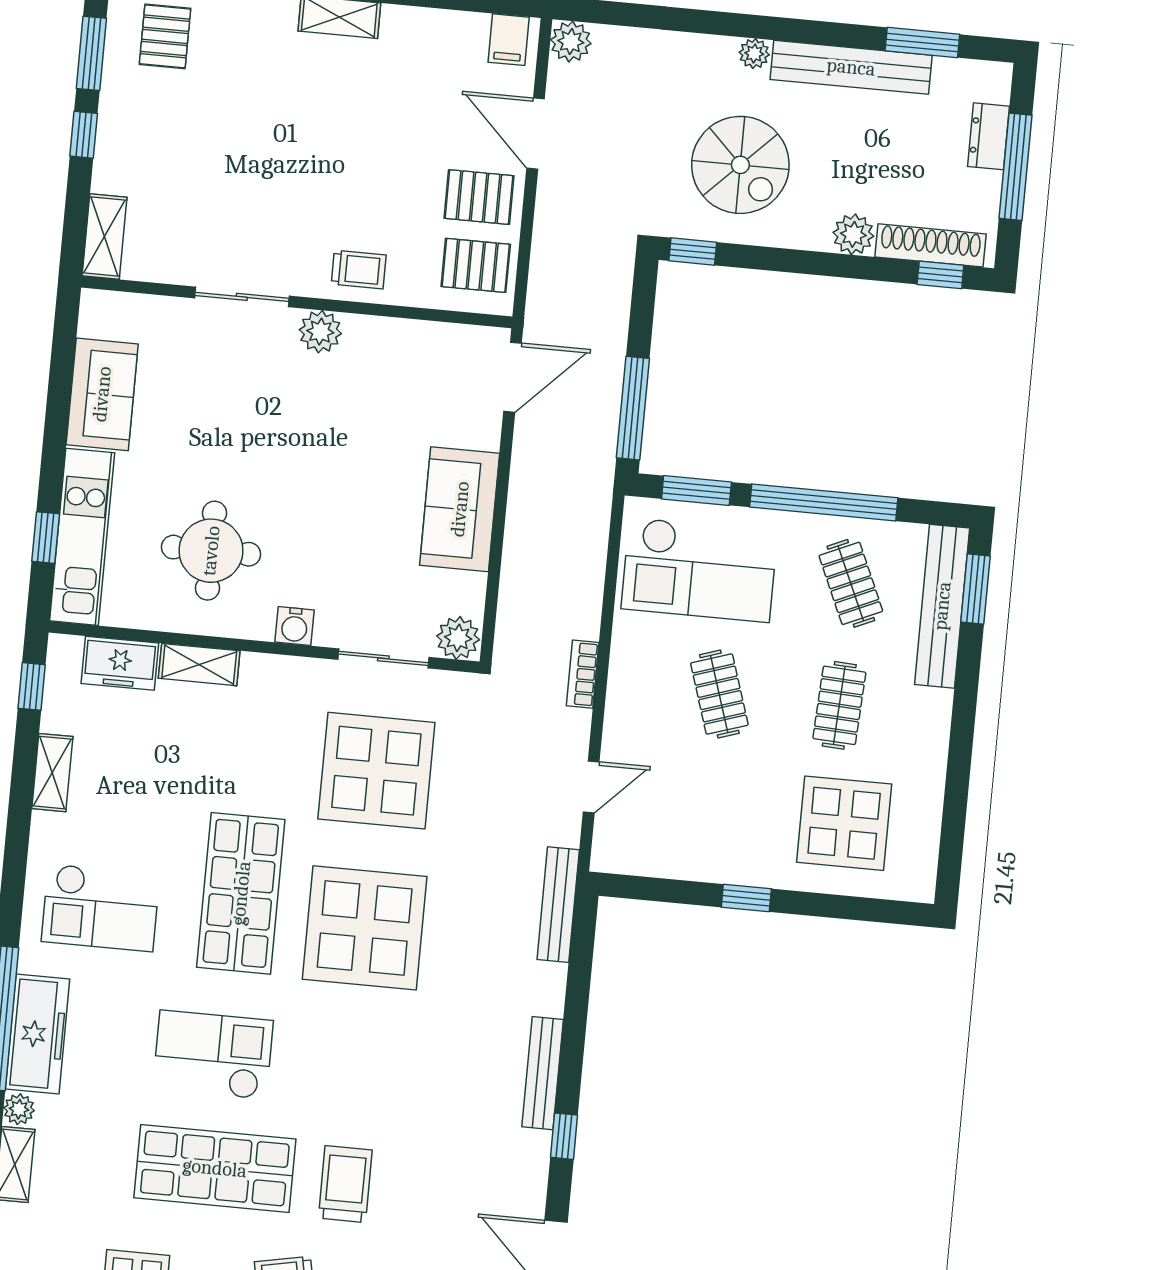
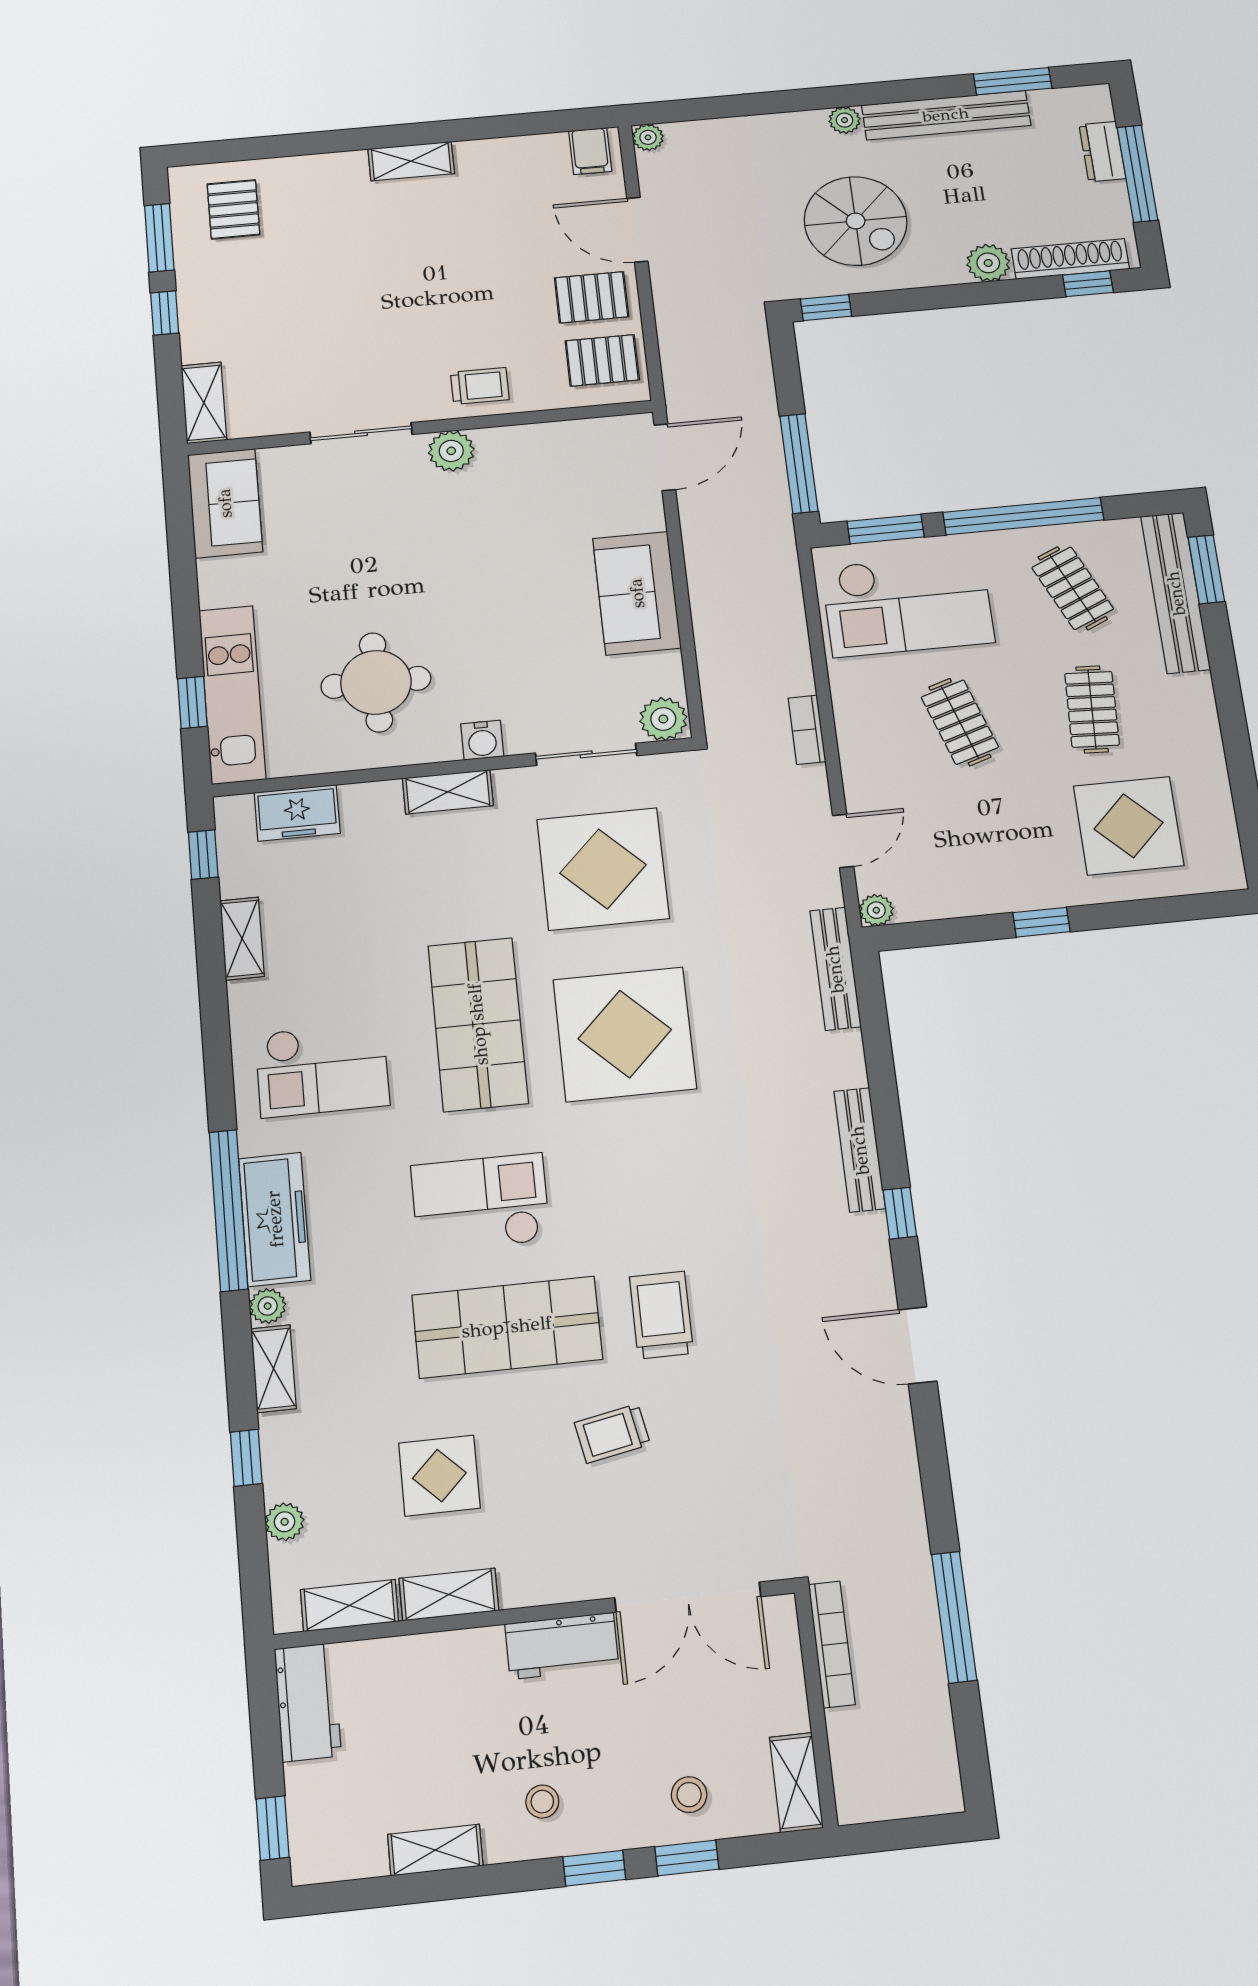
plant: (571, 42) -> (648, 137), width x0.73, depth x0.73
sofa: (102, 394) -> (225, 503), moved
shelving: (199, 665) -> (448, 792), moved
plant: (606, 858) -> (876, 910), added

